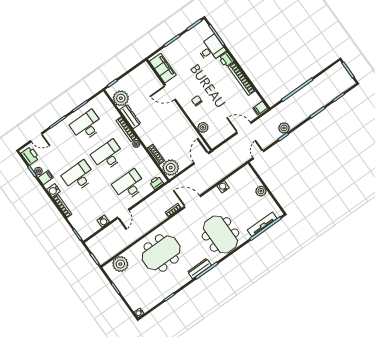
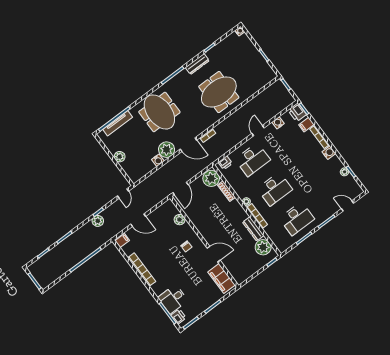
printer: (226, 60) -> (178, 317), moved
printer: (30, 156) -> (297, 112), moved
desk: (79, 176) -> (304, 167), removed
filing cabinet: (46, 178) -> (306, 125), moved
plant: (120, 264) -> (167, 150), moved
dresser: (200, 269) -> (197, 64), moved

